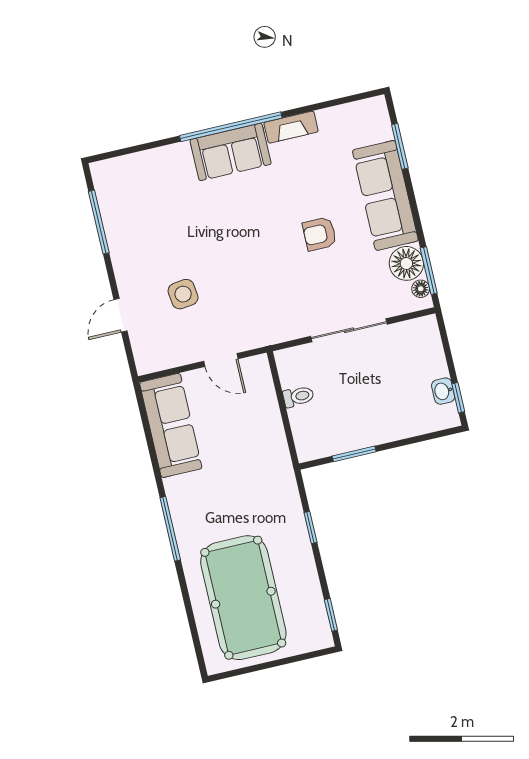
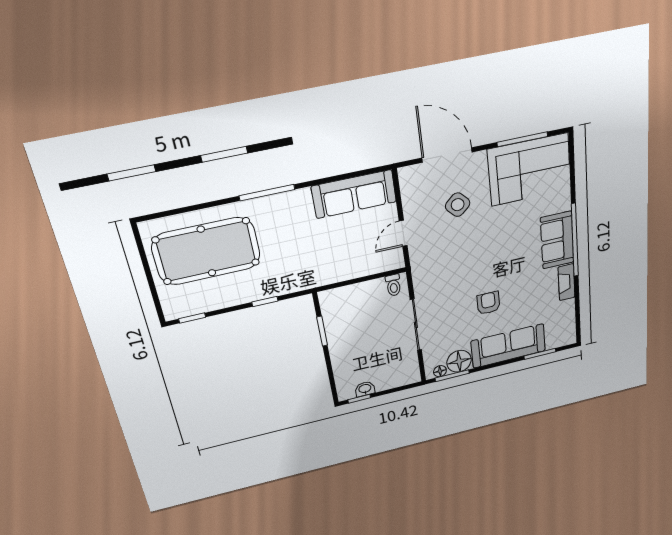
corner sofa: (137, 206) -> (530, 170), added
side table: (183, 294) -> (458, 205), turned -36
door: (120, 315) -> (447, 155), width x1.87
toilet: (298, 396) -> (393, 285), moved

